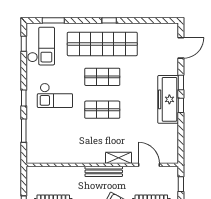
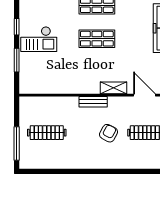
checkout: (55, 95) -> (39, 39), moved
bench: (104, 171) -> (93, 102), width x0.73

